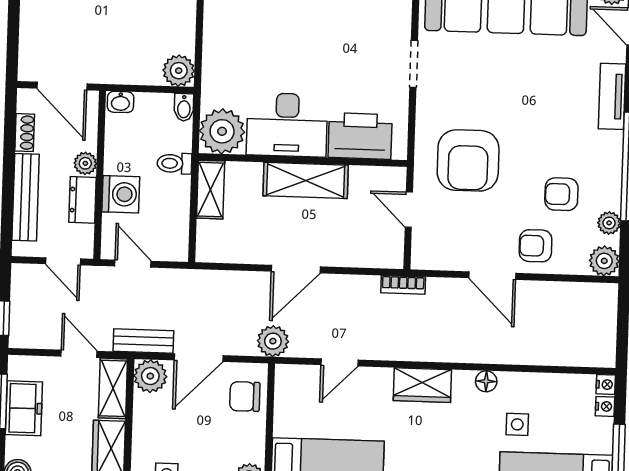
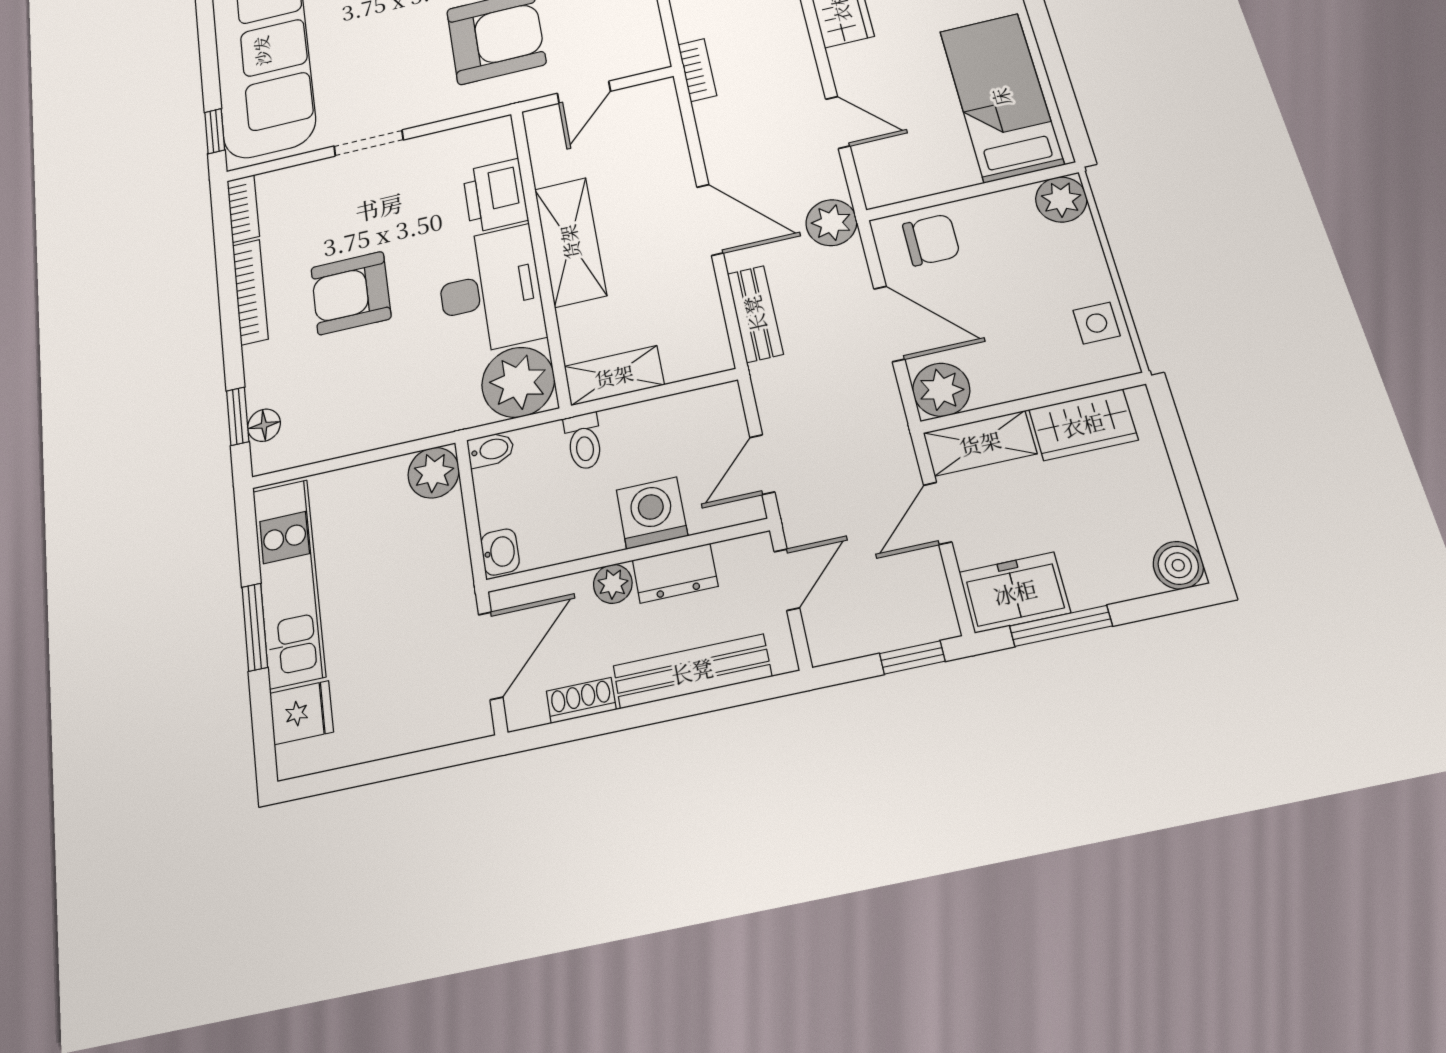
armchair: (310, 37) -> (351, 293), added
printer: (360, 136) -> (495, 196), width x0.73, depth x0.84
bench: (143, 341) -> (755, 314), moved
chair: (245, 396) -> (931, 240), turned -90
freezer: (24, 408) -> (1015, 592), moved

